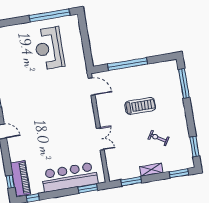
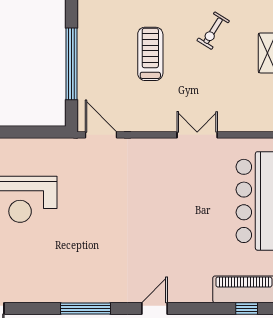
door: (92, 87) -> (101, 135), hinge flipped

